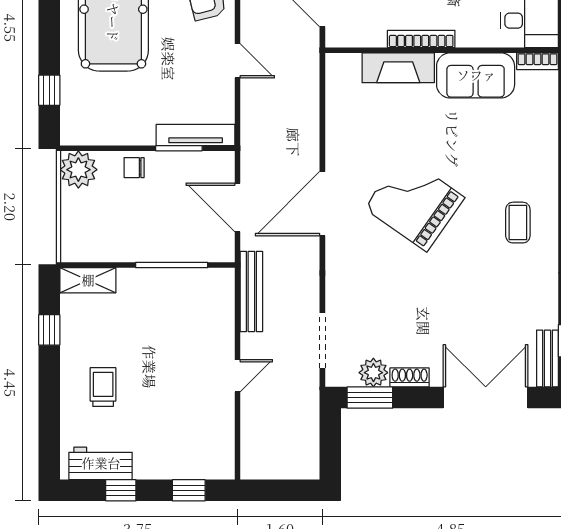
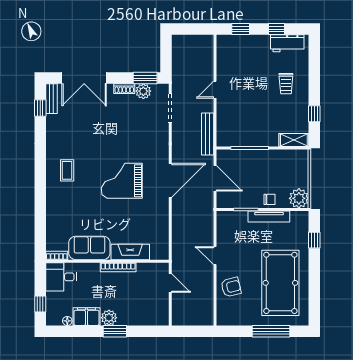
tv unit: (196, 135) -> (269, 217), moved
grand piano: (414, 203) -> (122, 181), turned 145

